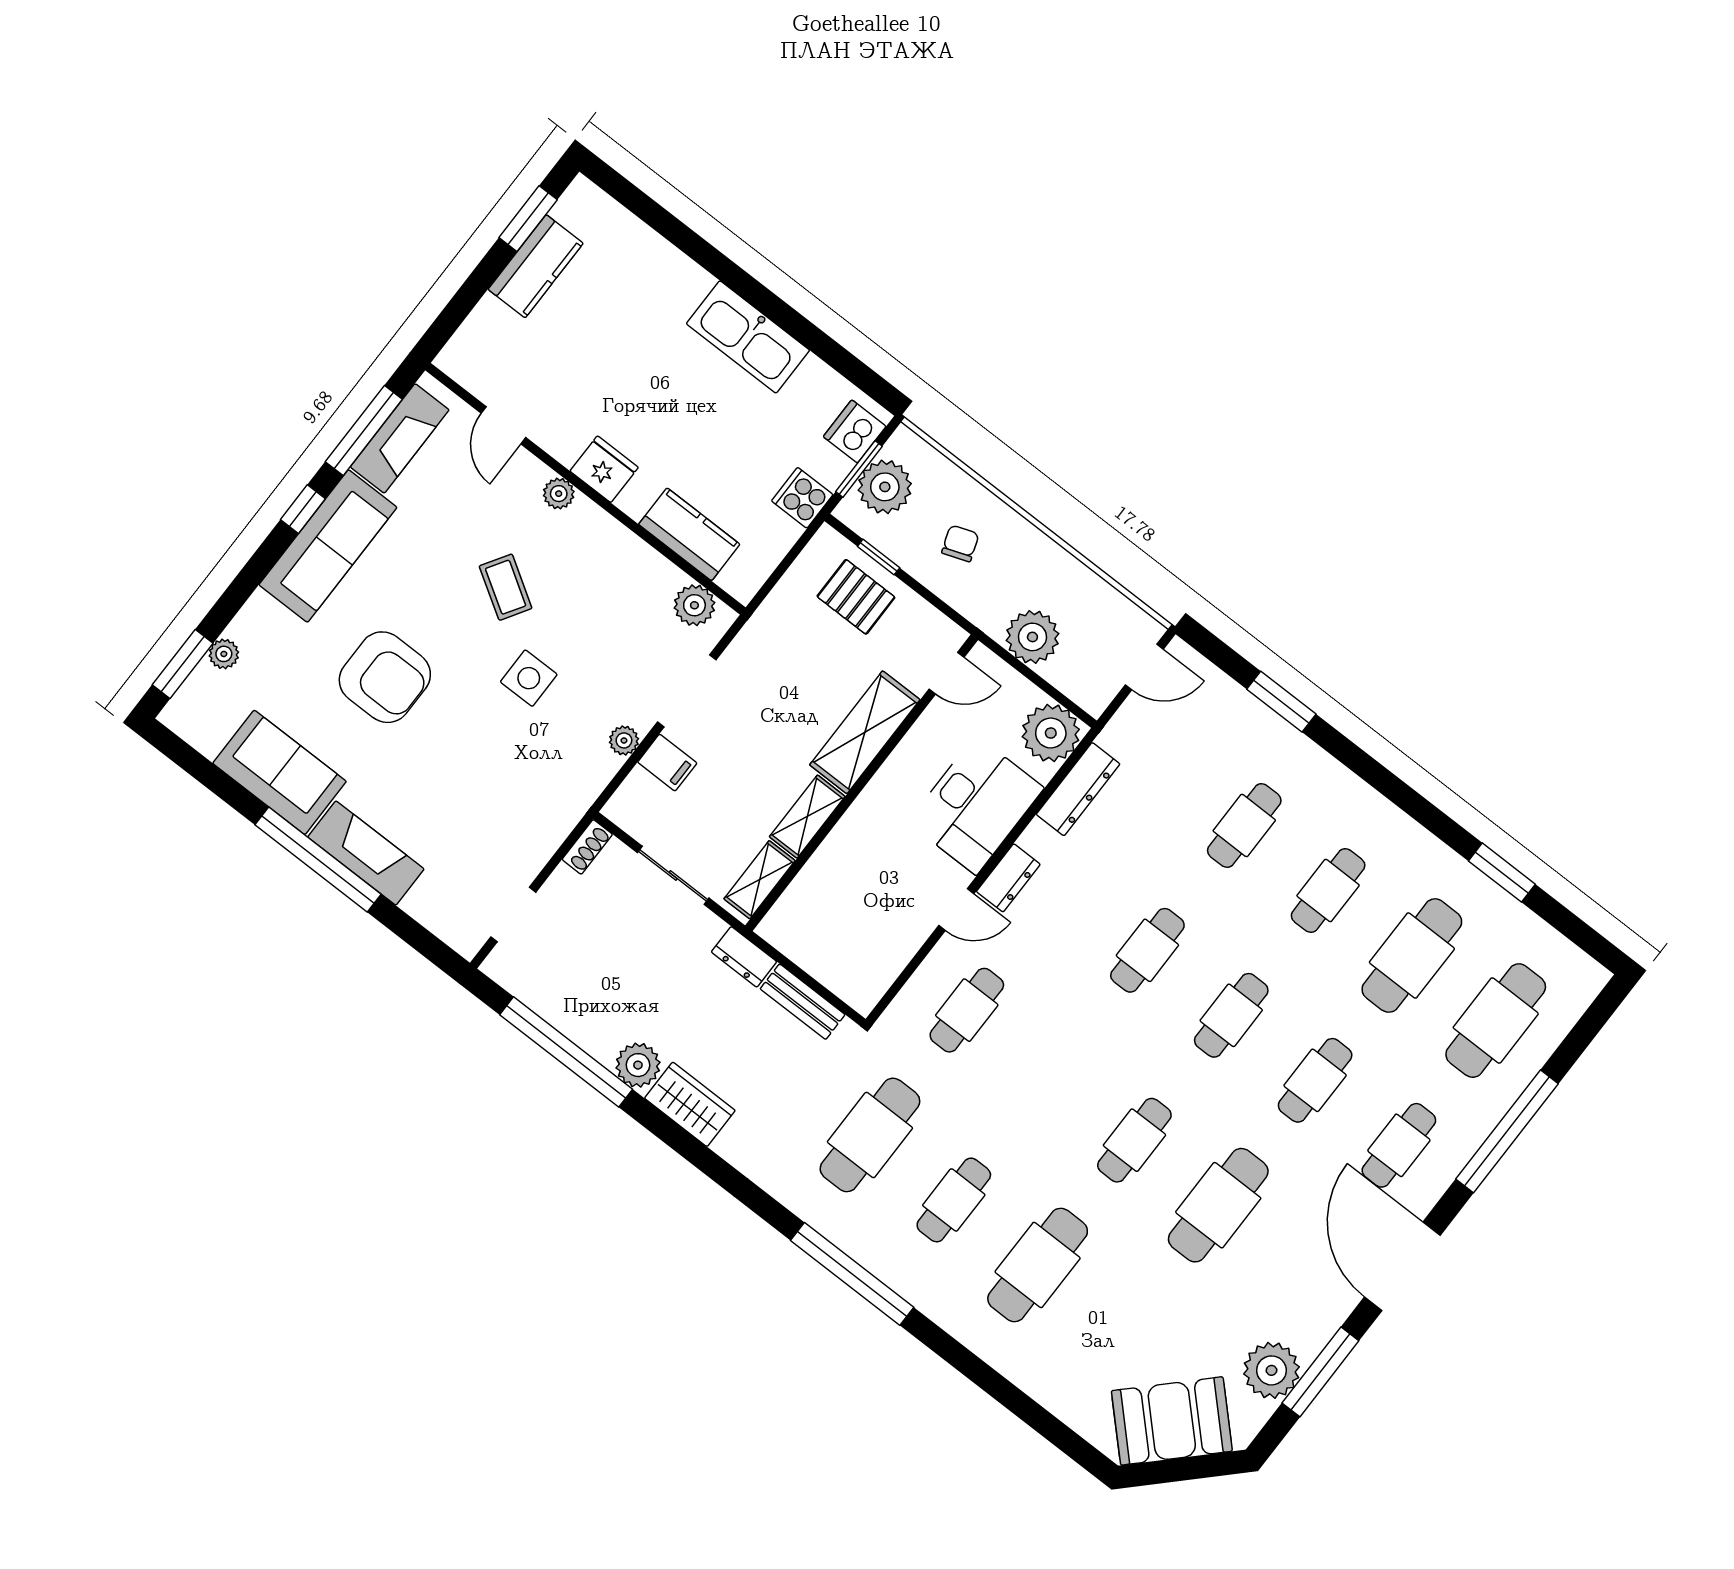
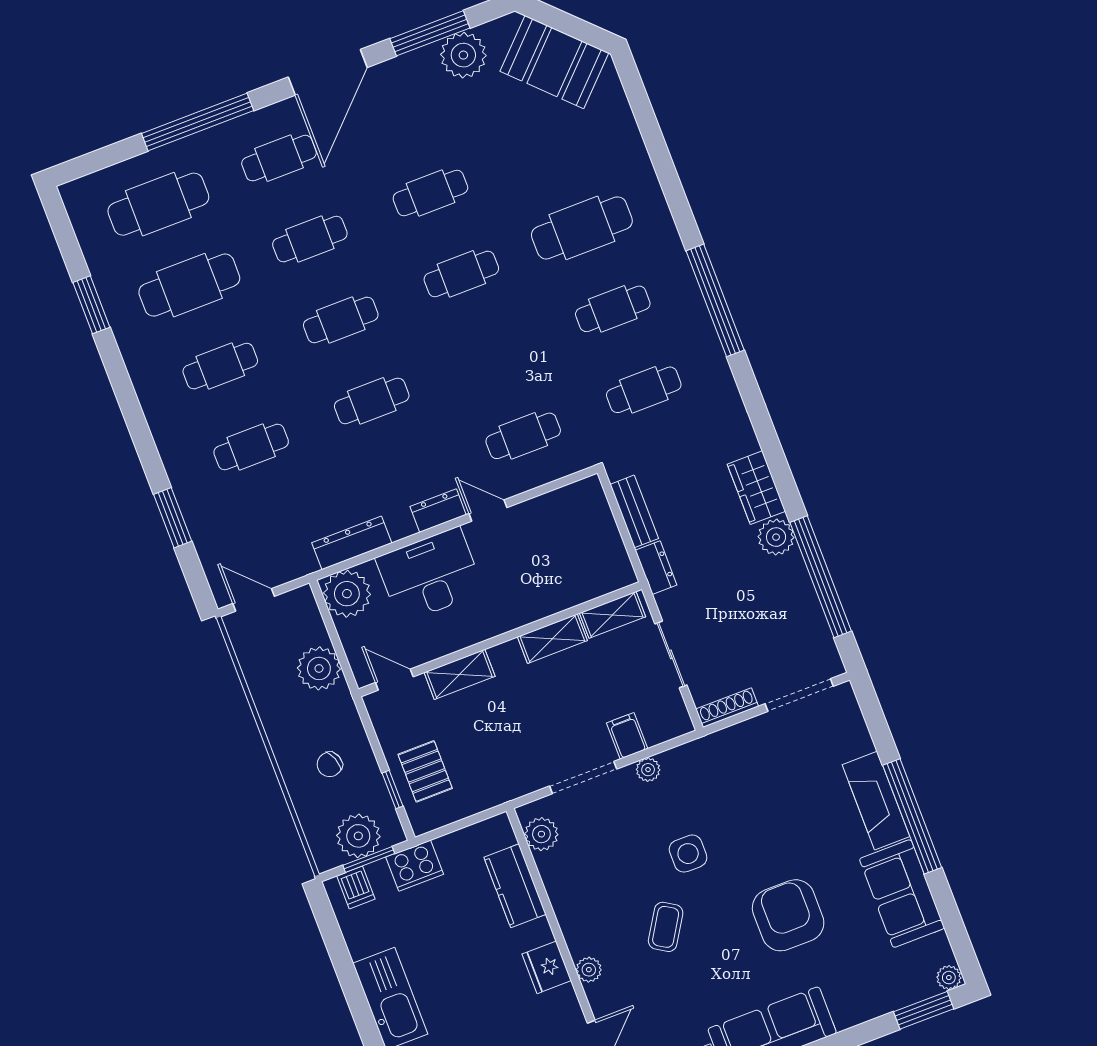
dishwasher: (855, 431) -> (356, 887), width x0.73
cooker: (802, 498) -> (415, 866), width x1.36
plant: (224, 654) -> (949, 978), moved
shelving: (865, 732) -> (460, 674), width x0.67, depth x0.75
shoe rack: (587, 847) -> (727, 708), width x1.43
doorway: (513, 915) -> (799, 695), width x1.38
cafe table: (870, 1135) -> (644, 390), width x0.73, depth x0.74
cafe table: (1218, 1205) -> (430, 193), width x0.73, depth x0.74

